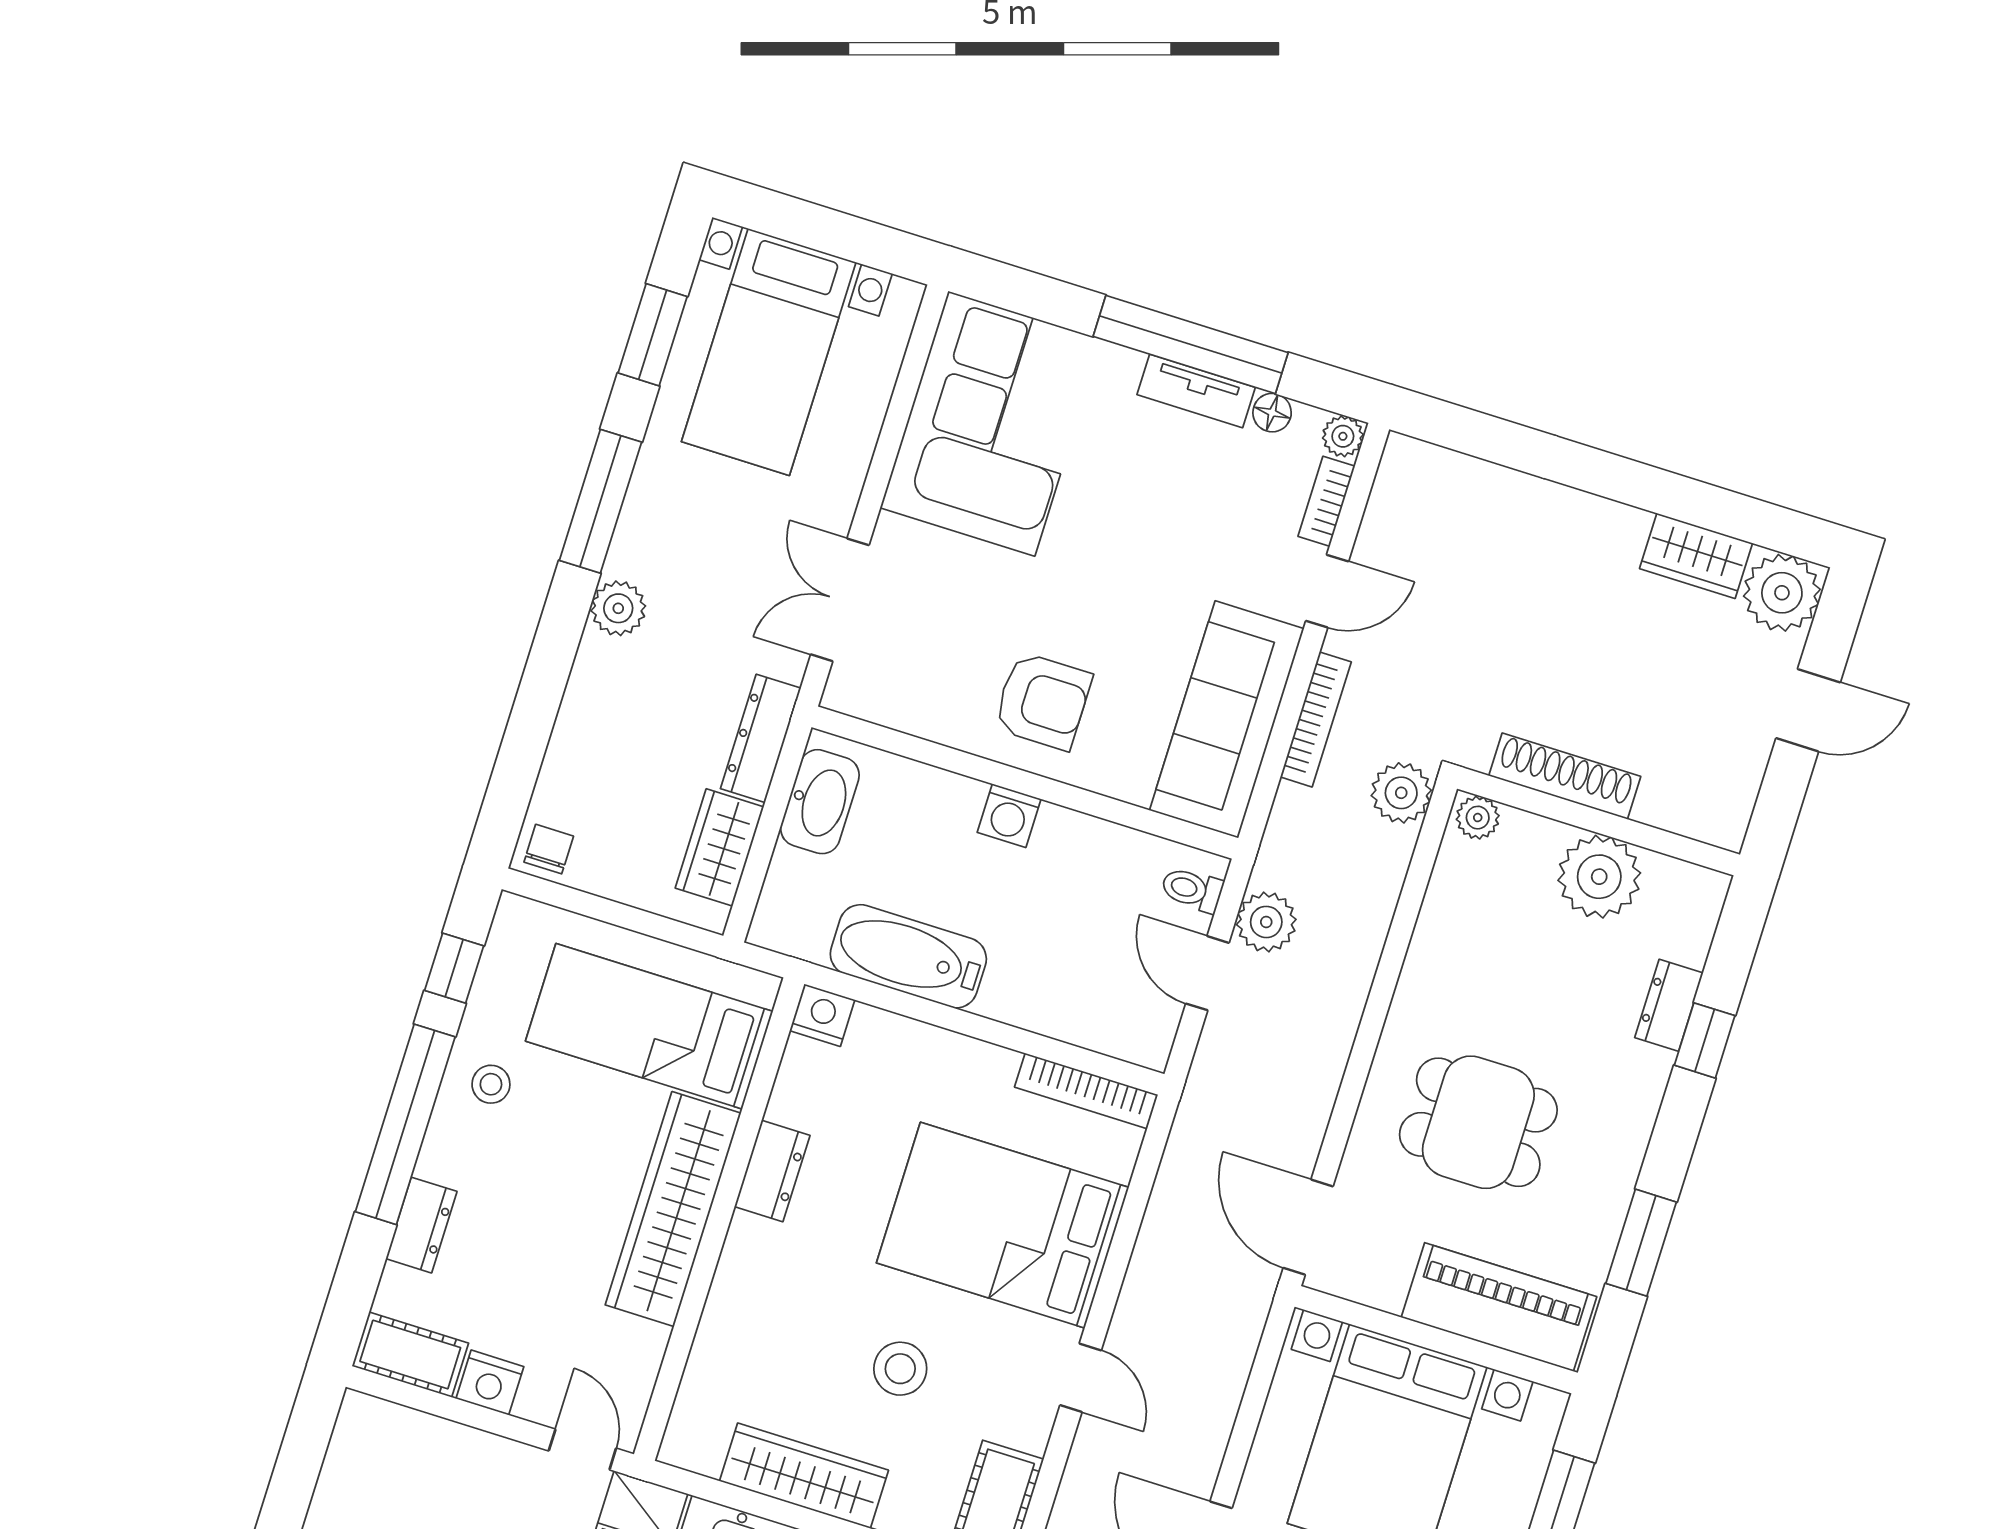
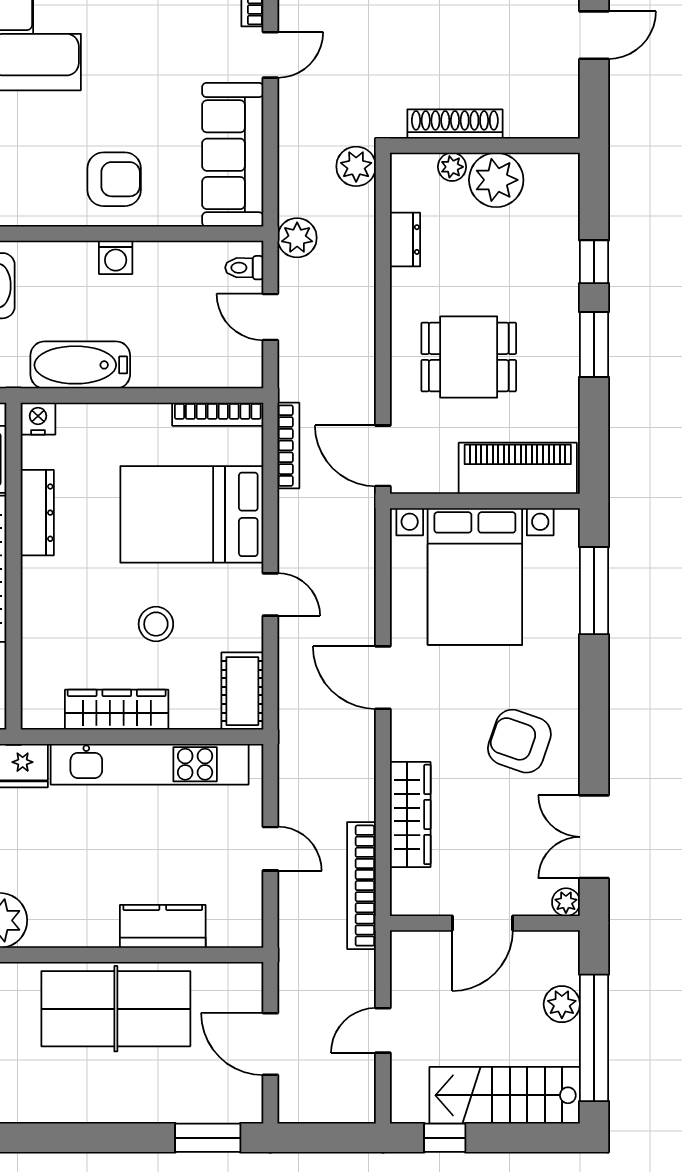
bookcase: (1316, 719) -> (288, 446), moved
plant: (1478, 818) -> (452, 167), moved
plant: (1266, 922) -> (297, 238), moved
dresser: (1669, 1005) -> (405, 240), moved, turned 180
dresser: (772, 1171) -> (37, 513), width x1.44
window: (1641, 1243) -> (594, 345), moved

